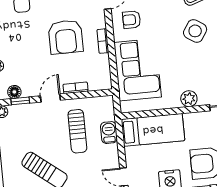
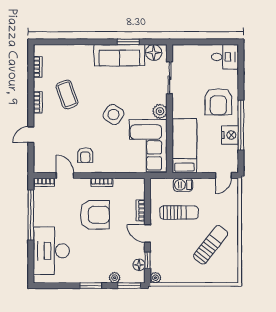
side table: (195, 31) -> (113, 115), moved
corner sofa: (138, 70) -> (148, 146), moved, turned -90

